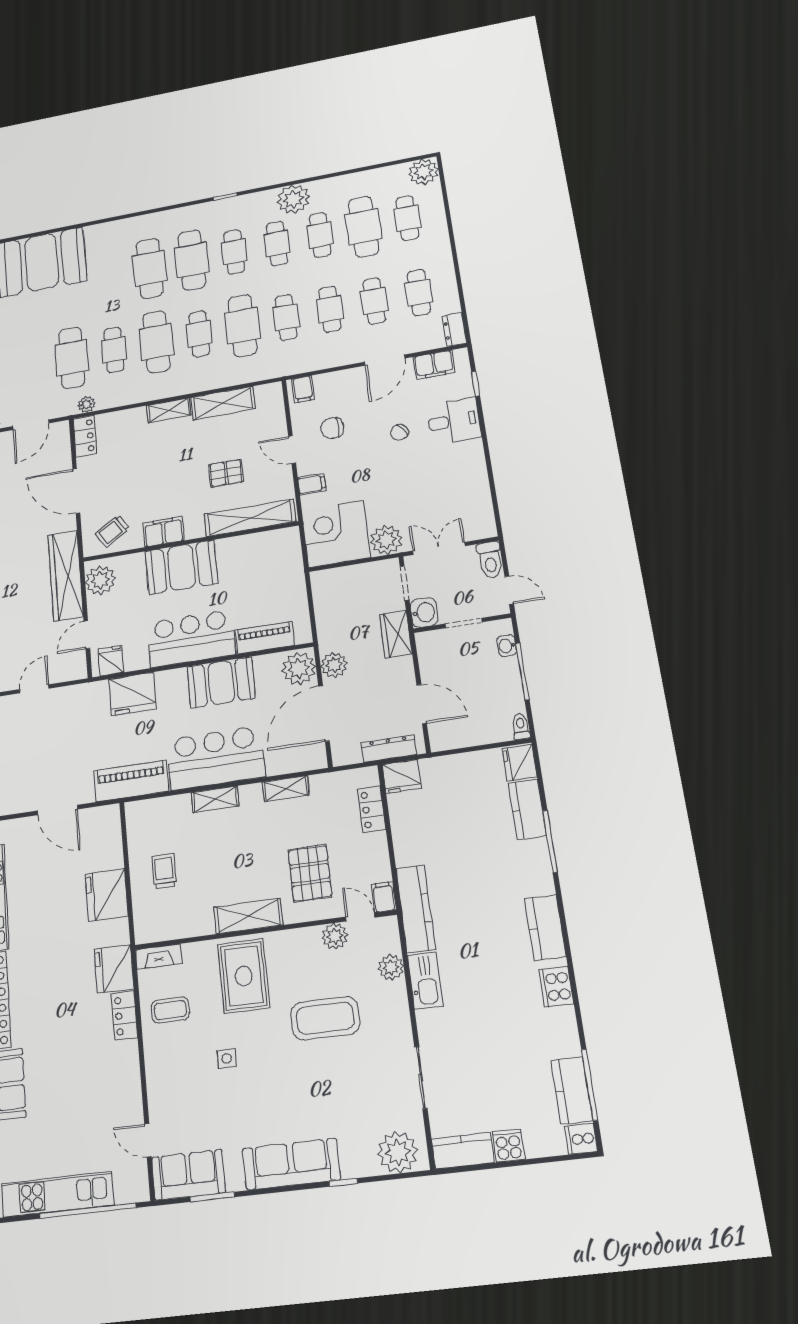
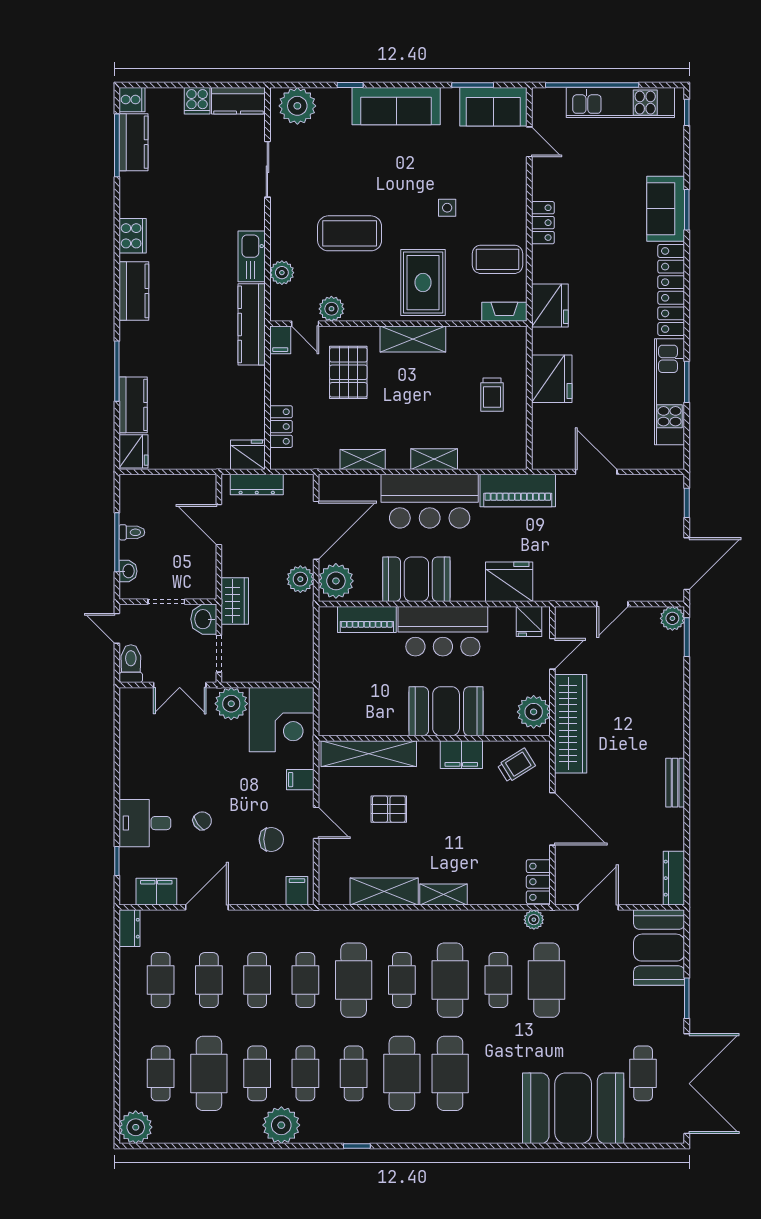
toilet: (521, 727) -> (132, 532), moved, turned -90
coffee table: (170, 1010) -> (497, 259), width x1.36, depth x1.30
locker: (124, 1016) -> (543, 223), moved

